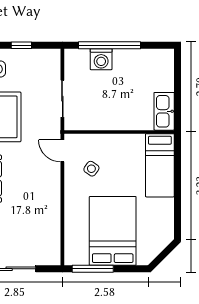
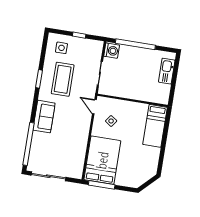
washing machine: (101, 59) -> (112, 51), moved, turned -90
kitchen sink: (164, 111) -> (167, 71), moved
bed: (113, 231) -> (102, 160), moved

